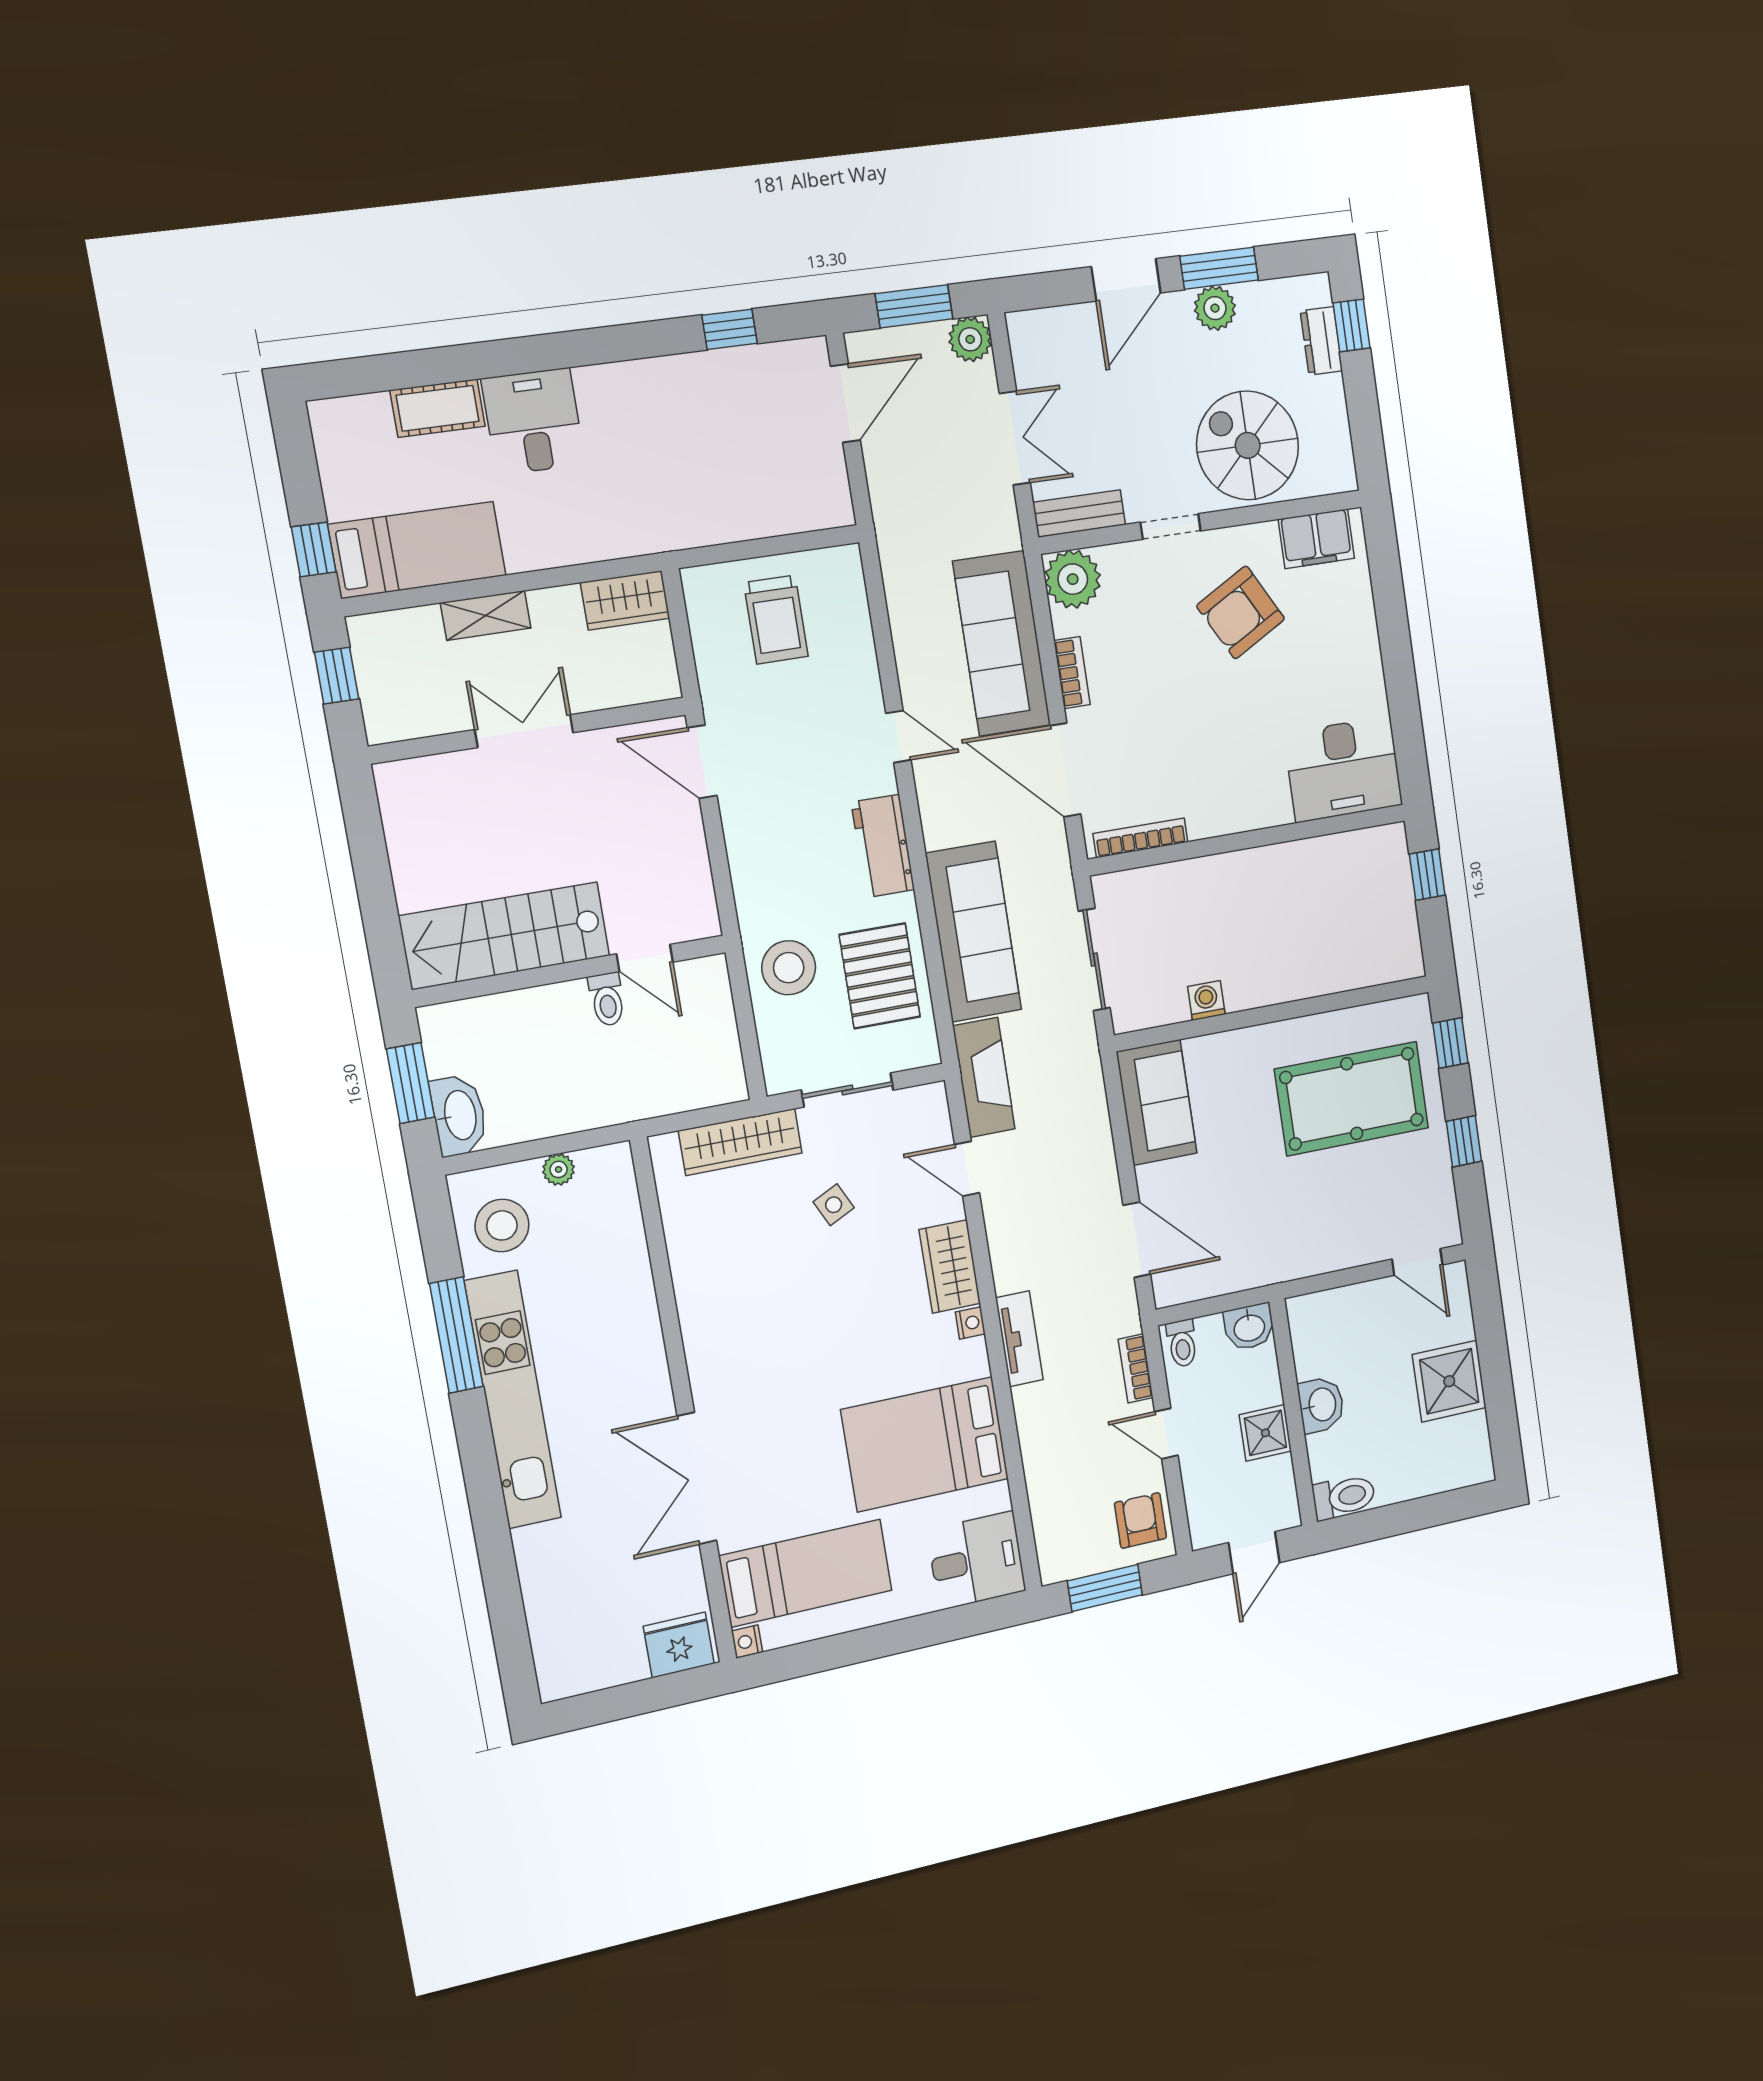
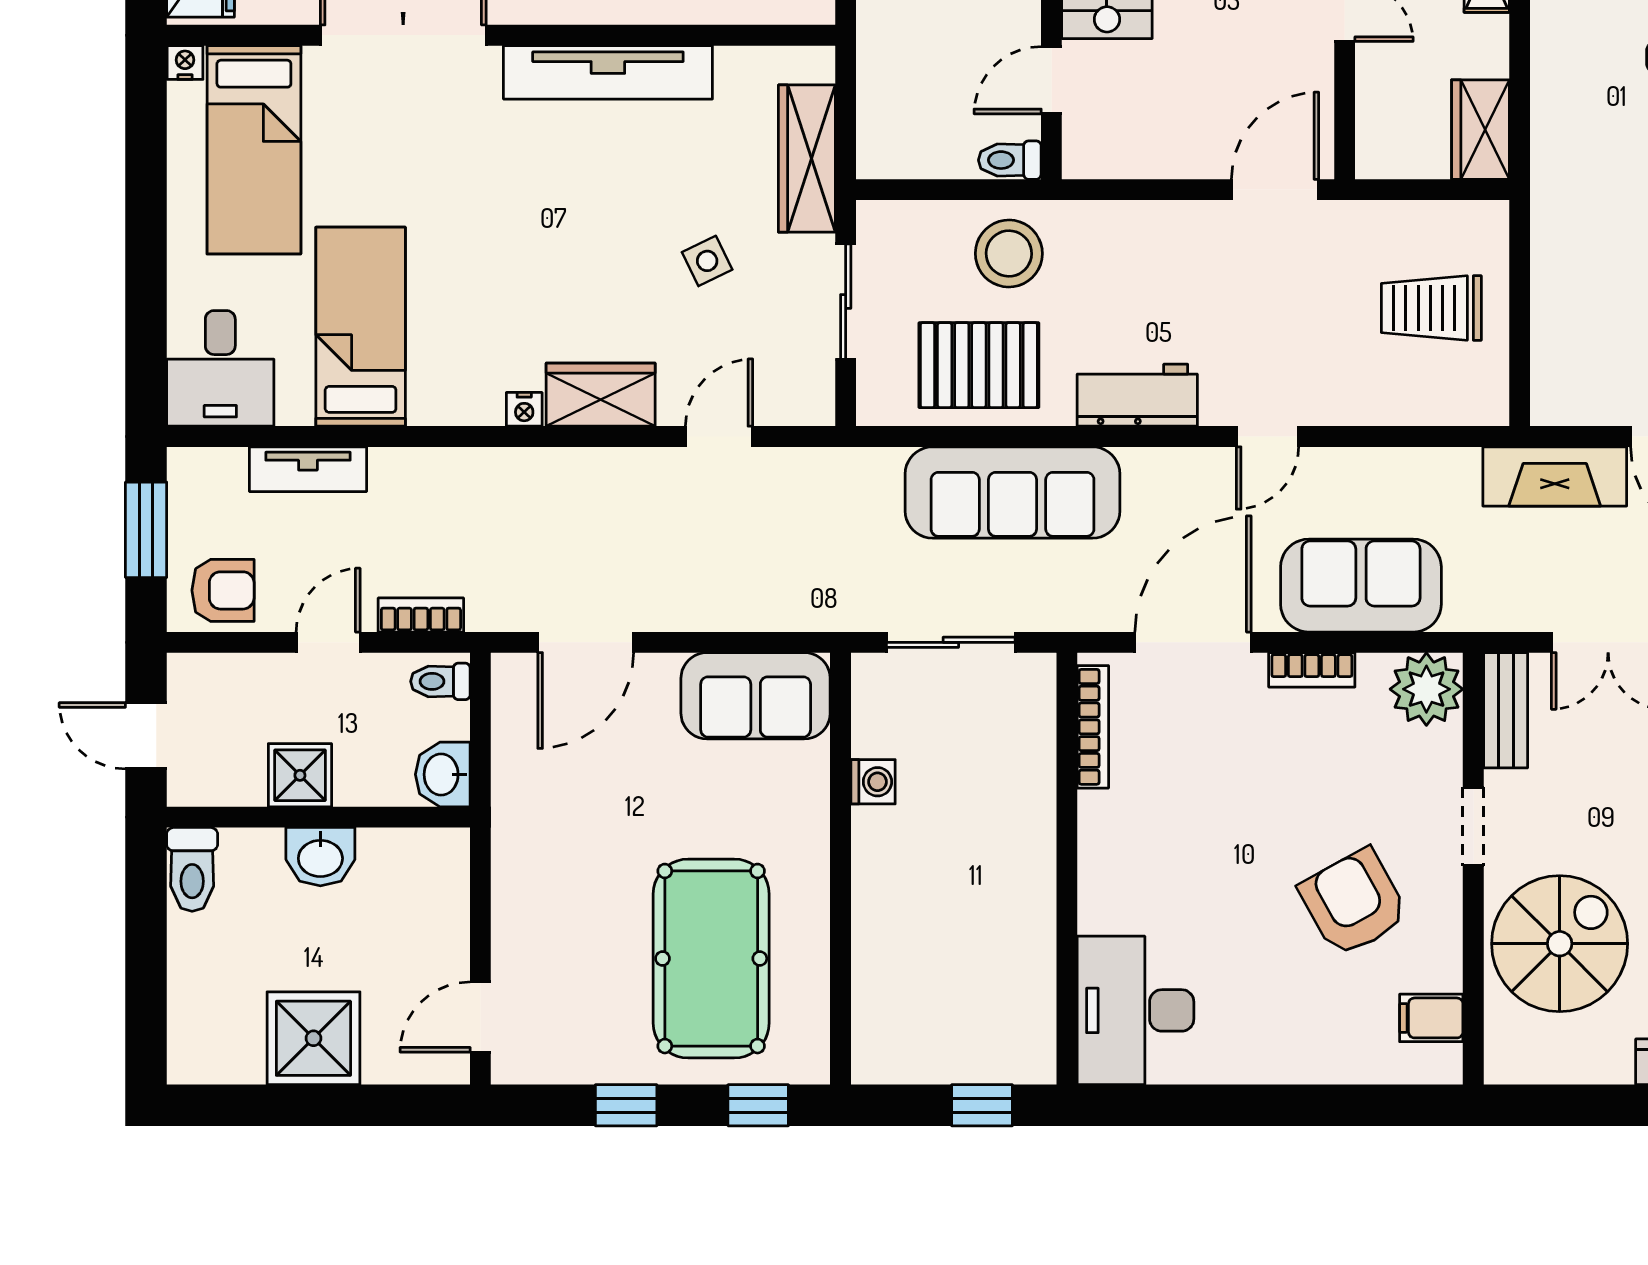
filing cabinet: (1316, 539) -> (1431, 1018), width x0.50
sofa: (1002, 643) -> (1361, 586), width x0.73
toilet: (607, 999) -> (1010, 160), moved
fireplace: (984, 1077) -> (1555, 476), moved
tv unit: (699, 1312) -> (608, 72), added
tv unit: (1019, 1339) -> (308, 469), moved
bed: (925, 1444) -> (361, 327), width x0.67

